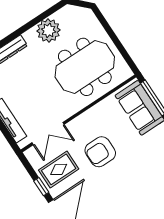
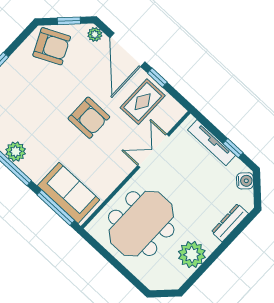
double door: (48, 134) -> (153, 151), moved
armchair: (100, 152) -> (89, 118), moved, turned 90

